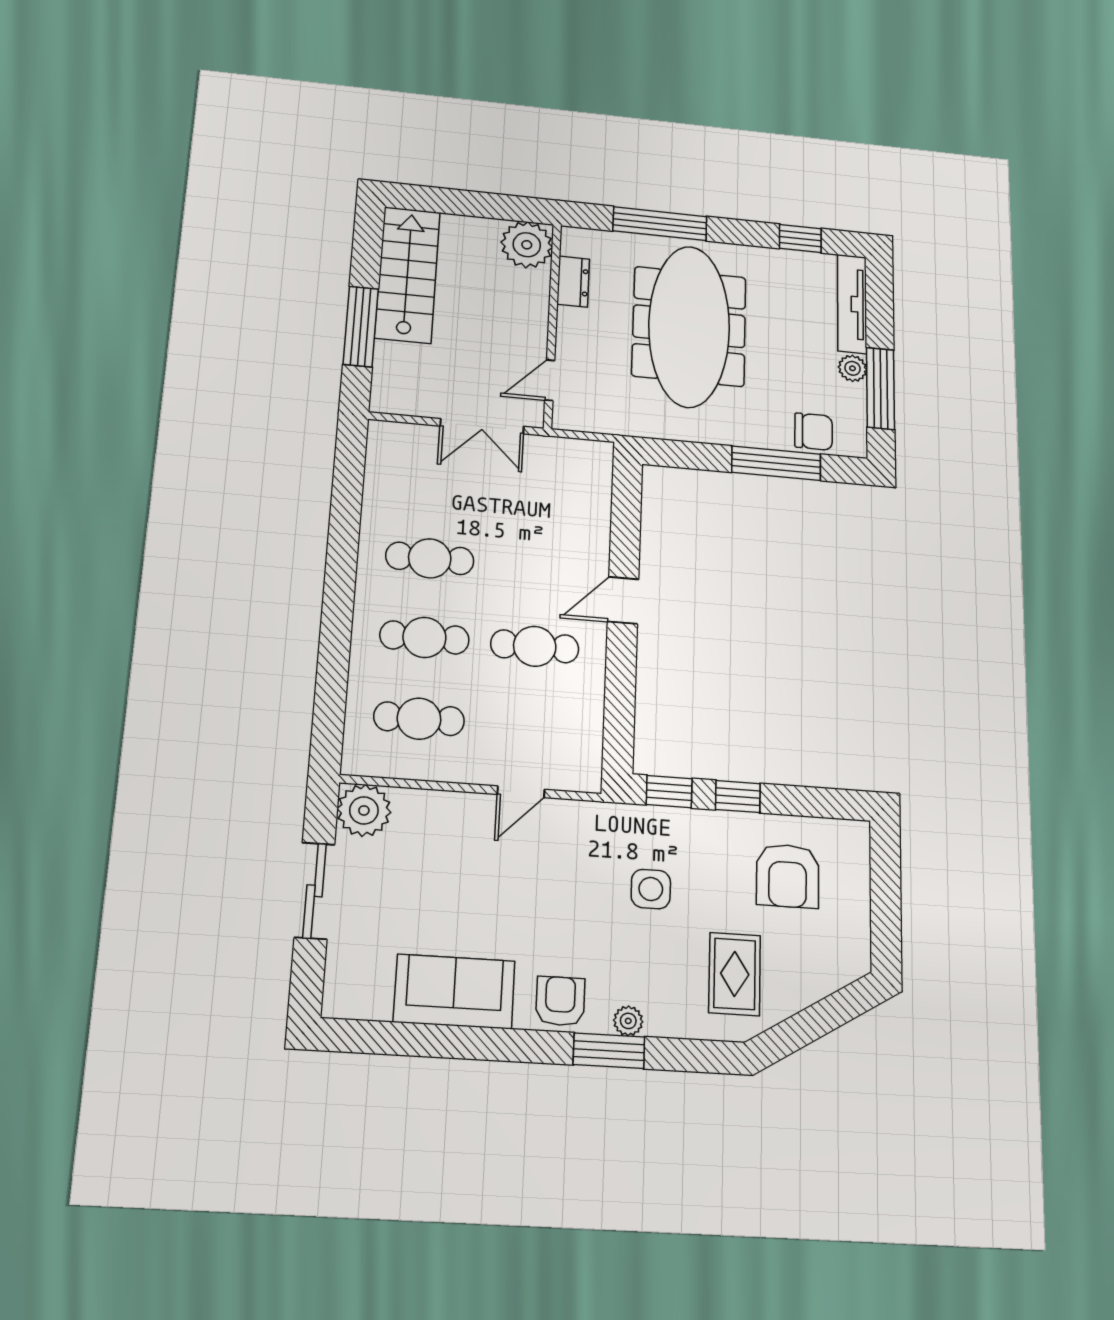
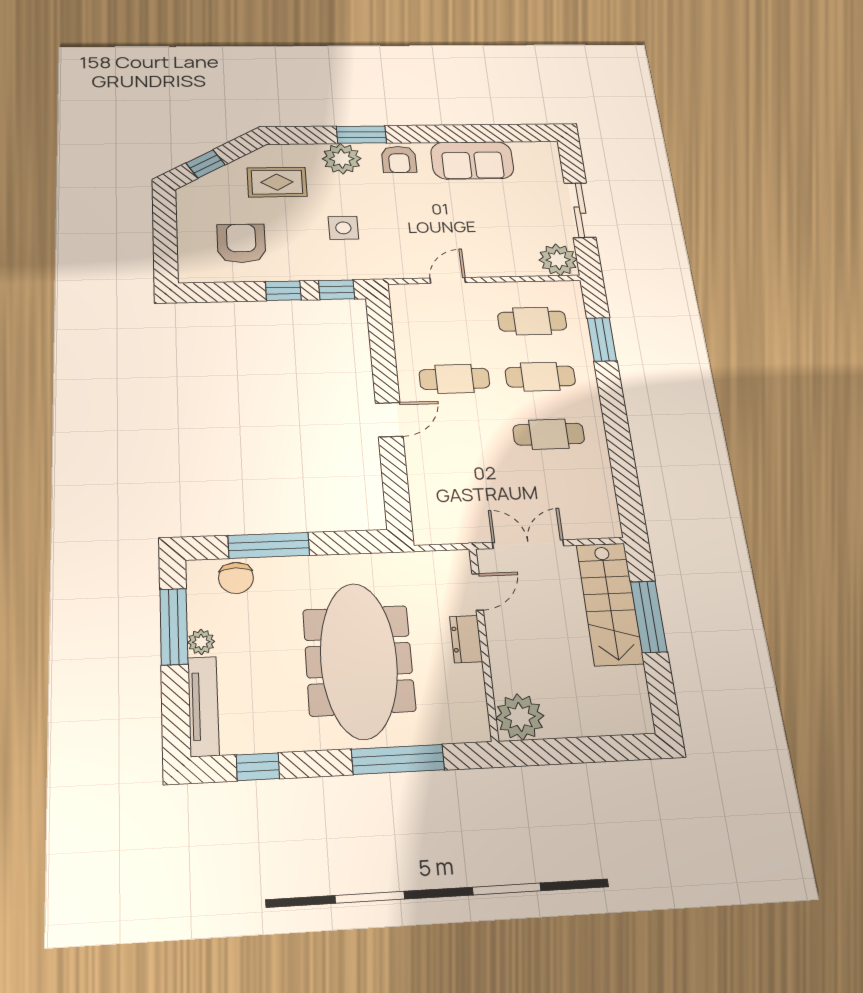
stairs: (407, 275) -> (610, 604), moved
dresser: (573, 282) -> (466, 639), moved
chair: (814, 432) -> (236, 578), turned -90
window: (332, 682) -> (602, 339), added
rug: (735, 974) -> (277, 182), turned 90
window: (830, 1013) -> (205, 164), added
plant: (628, 1021) -> (342, 159), width x1.87, depth x1.87

